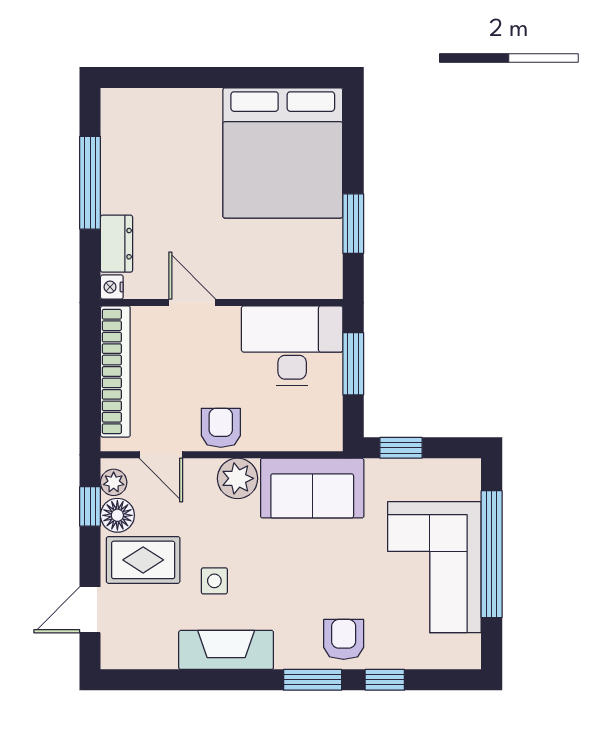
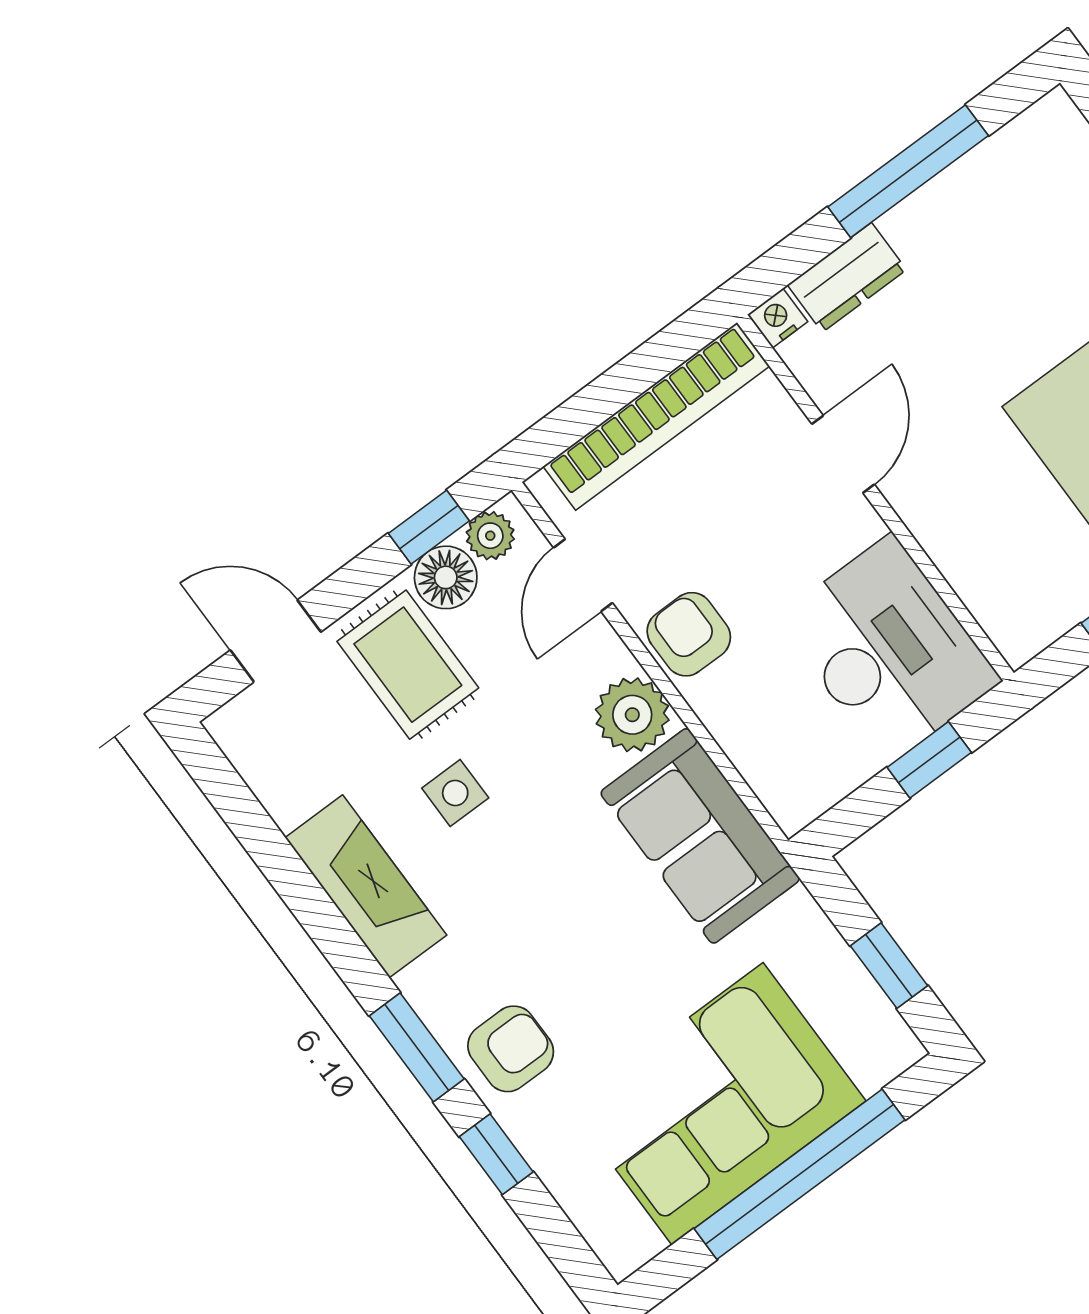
window: (353, 364) -> (929, 760), width x0.67
armchair: (221, 428) -> (689, 634), turned -90
window: (401, 448) -> (889, 966), moved

